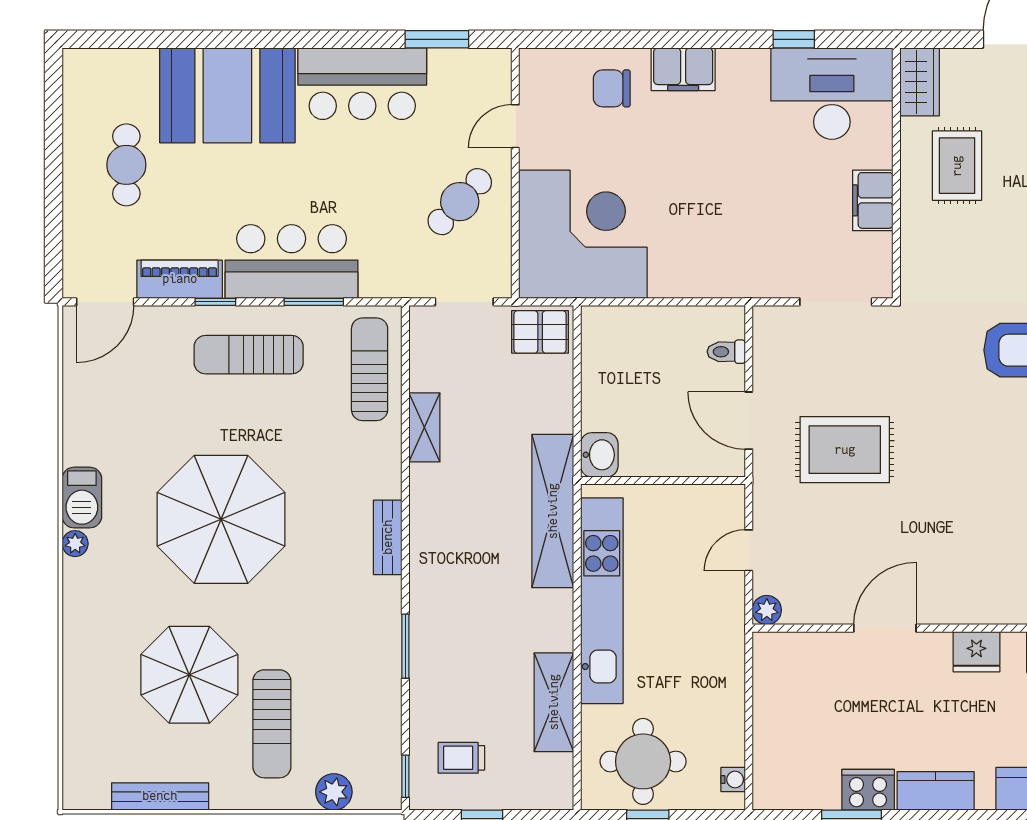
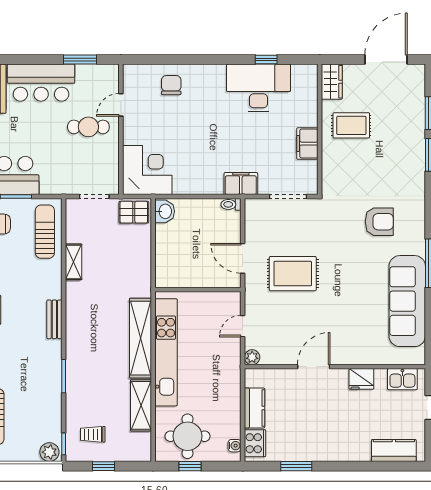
filing cabinet: (683, 69) -> (241, 184), moved, turned 180
chair: (612, 88) -> (171, 85), turned 90
desk: (832, 94) -> (258, 88), moved
rug: (957, 166) -> (351, 125), turned 90
cafe table: (460, 202) -> (88, 127), moved, turned 47
corner desk: (583, 234) -> (147, 170), width x0.74, depth x0.74
toilet: (726, 352) -> (231, 204), moved
washbasin: (599, 455) -> (165, 211), moved
shelving: (553, 511) -> (140, 338), moved
cooker: (868, 790) -> (255, 443), moved, turned 90
kitchen counter: (936, 791) -> (255, 408), moved, turned 90
plant: (334, 792) -> (49, 452), moved

